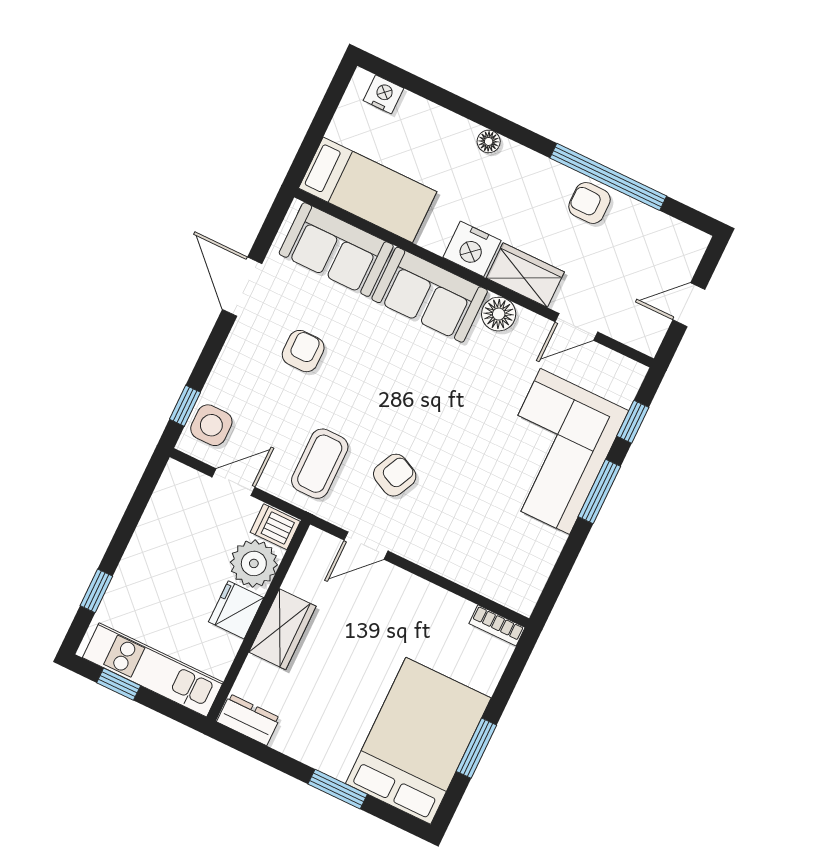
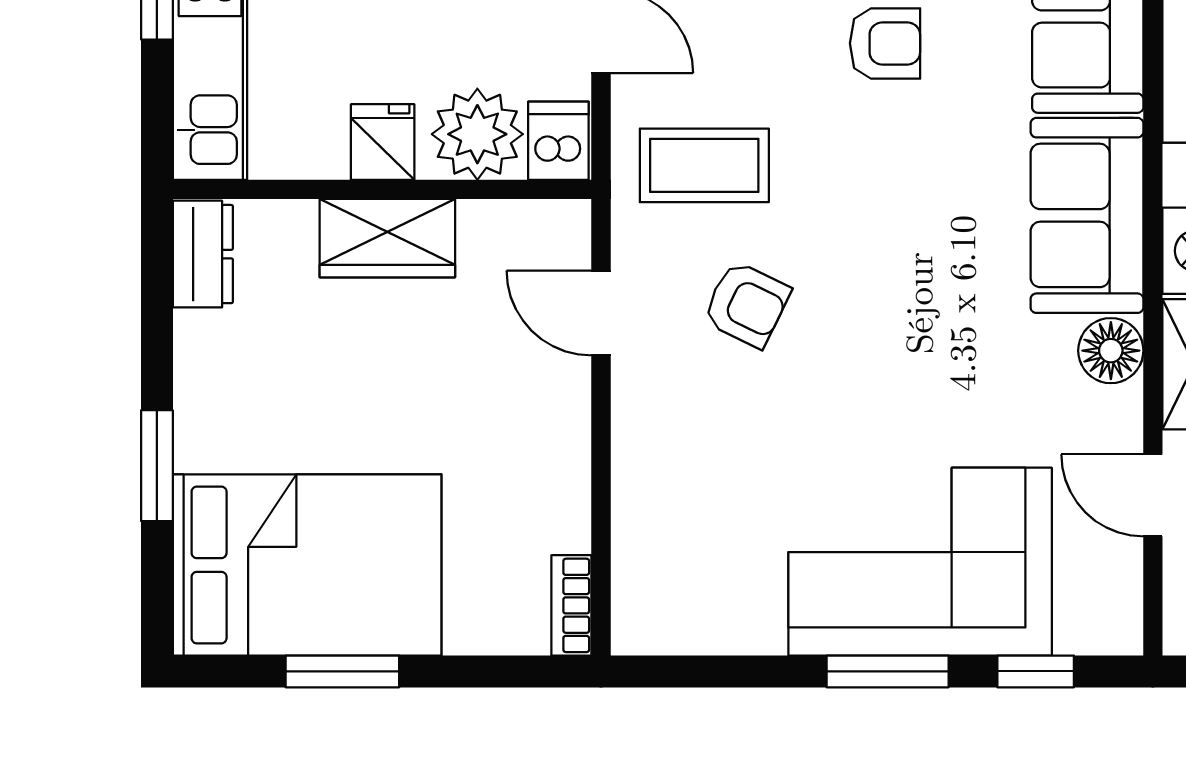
fridge: (236, 610) -> (383, 142), width x0.72

